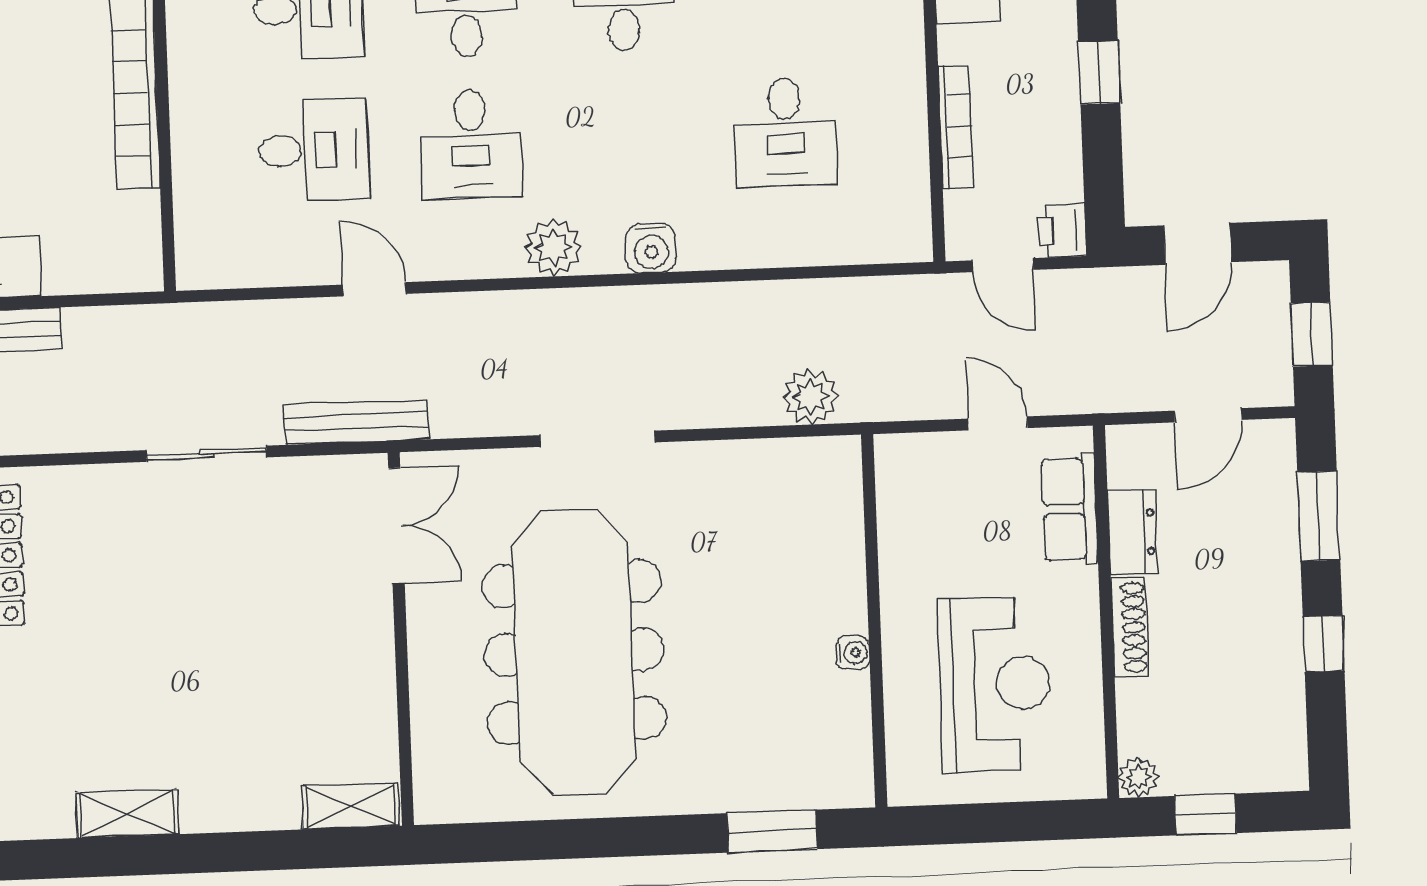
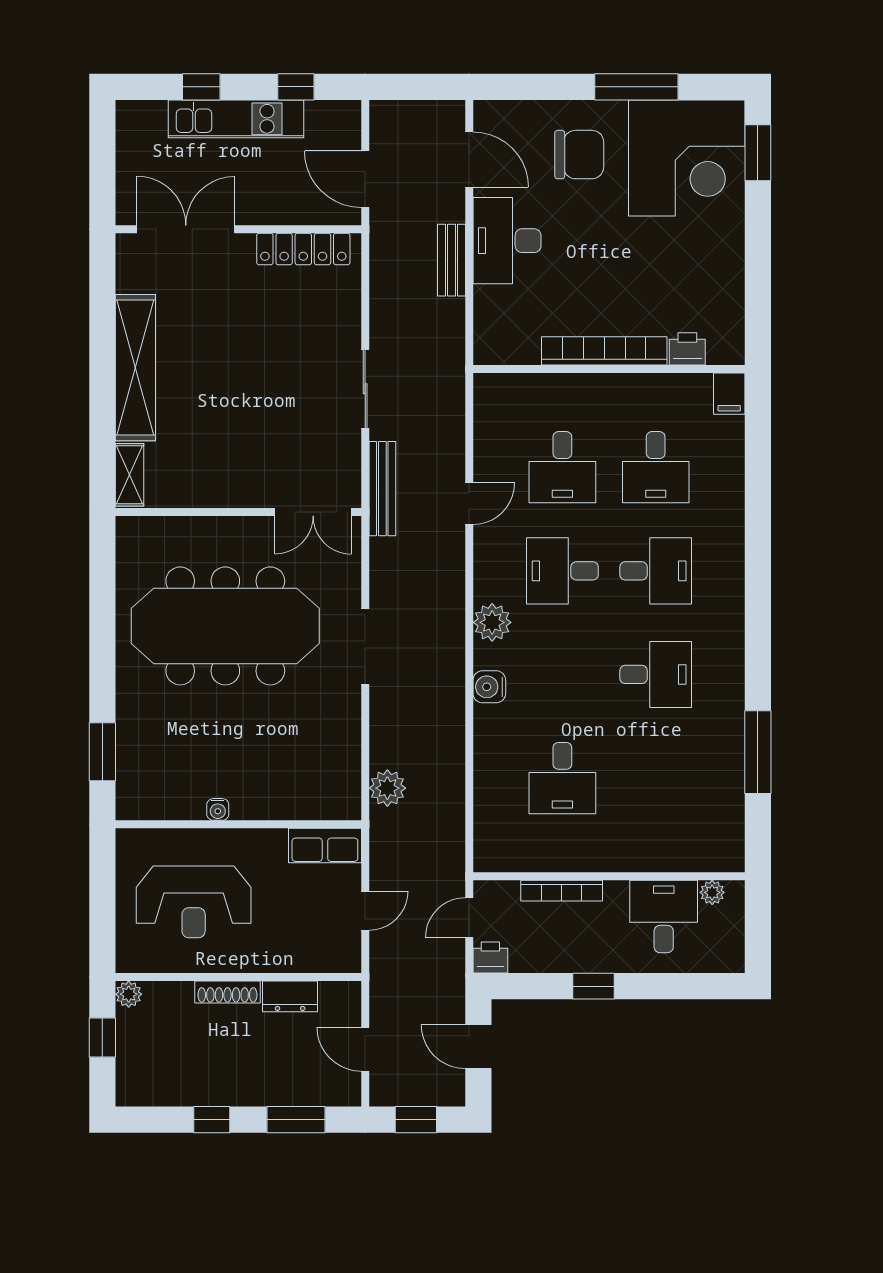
desk: (785, 132) -> (562, 778), turned -90
row of seats: (1070, 509) -> (325, 846), moved, turned 180
shelving: (127, 813) -> (135, 368), width x2.20, depth x1.33

